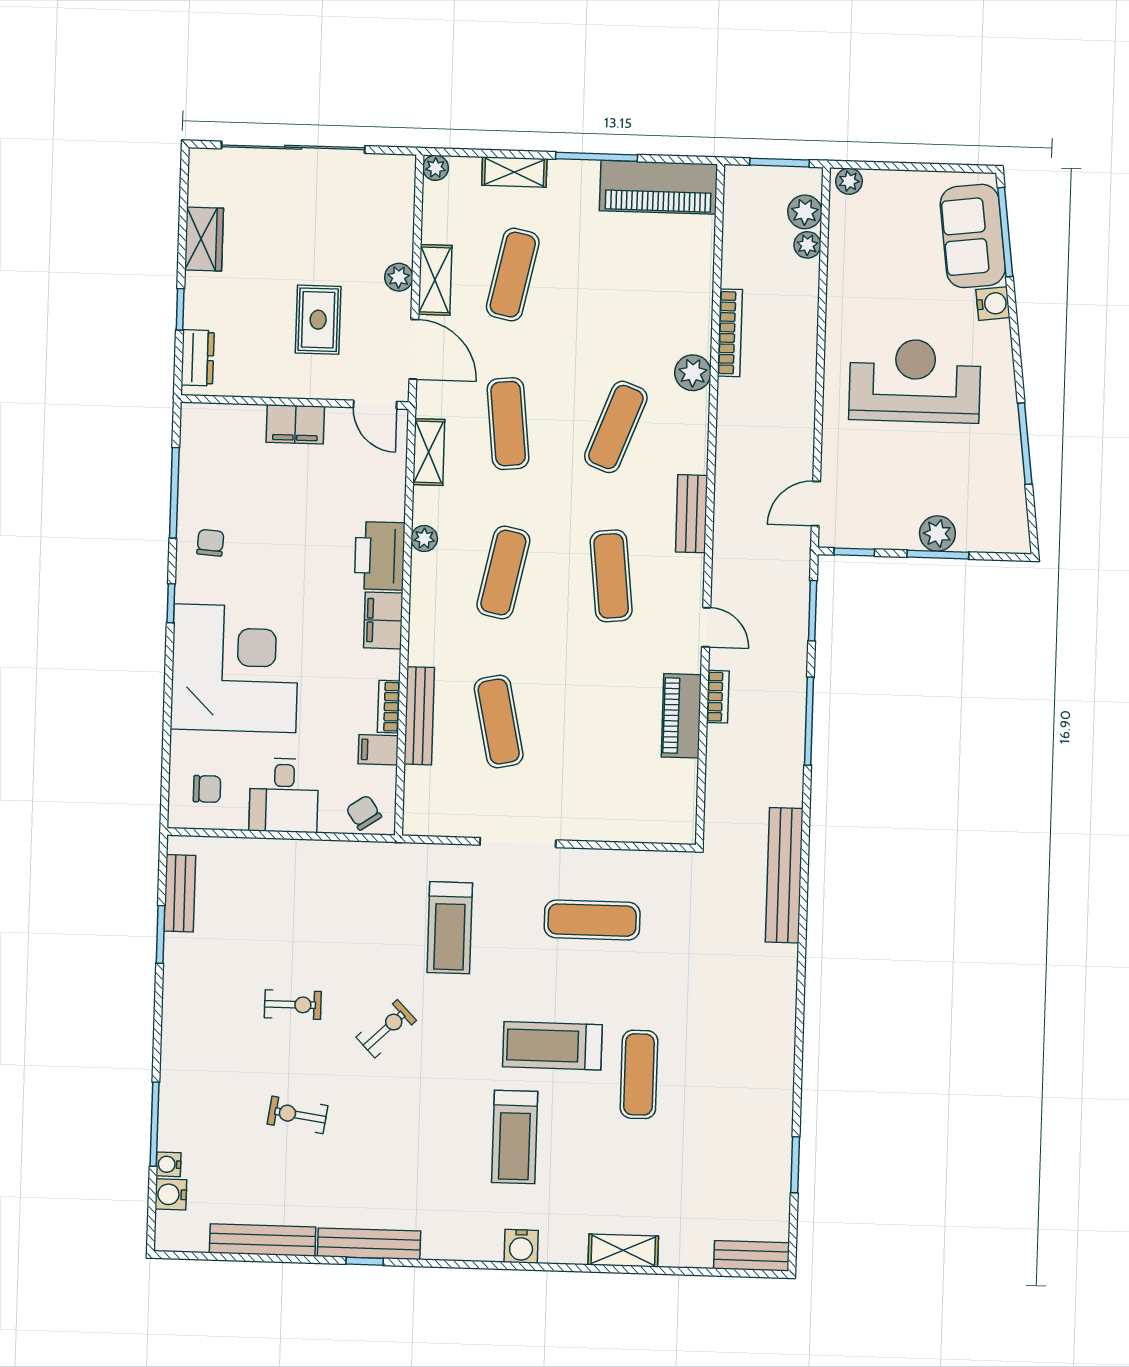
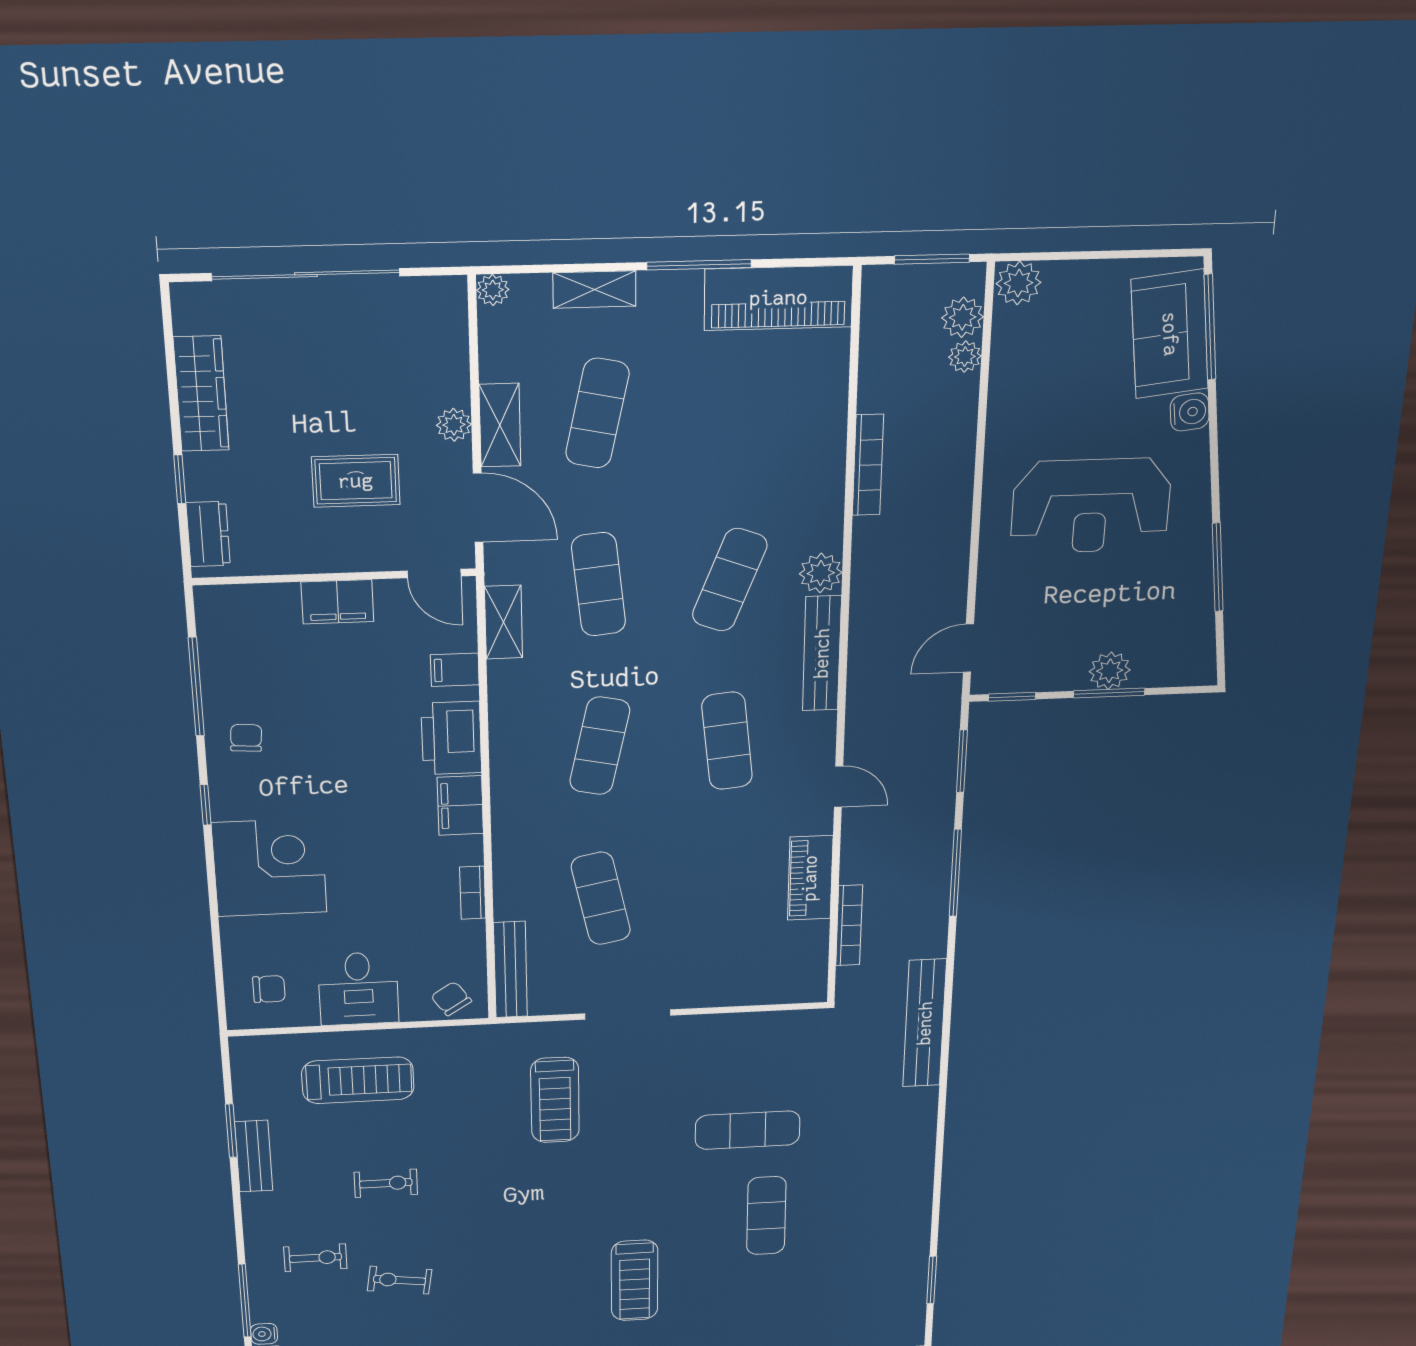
plant: (849, 181) -> (1019, 283), width x1.38, depth x1.38
wardrobe: (204, 239) -> (201, 394), width x1.50
rug: (318, 320) -> (356, 481), turned 90
plant: (693, 373) -> (821, 573), moved
reception desk: (915, 381) -> (1091, 506), turned 180
bench: (692, 514) -> (822, 653), width x1.36
plant: (424, 538) -> (504, 716), removed
corner desk: (235, 668) -> (269, 868), width x0.74, depth x0.74
bookcase: (718, 697) -> (849, 925), moved, width x1.56
bench: (419, 716) -> (510, 970), moved
filing cabinet: (378, 750) -> (455, 670), moved
bench: (180, 893) -> (254, 1156), moved
exercise mat: (592, 920) -> (748, 1130), moved
exercise bike: (386, 1029) -> (315, 1258), moved, turned 44
treadmill: (552, 1046) -> (358, 1080), moved, turned 180

